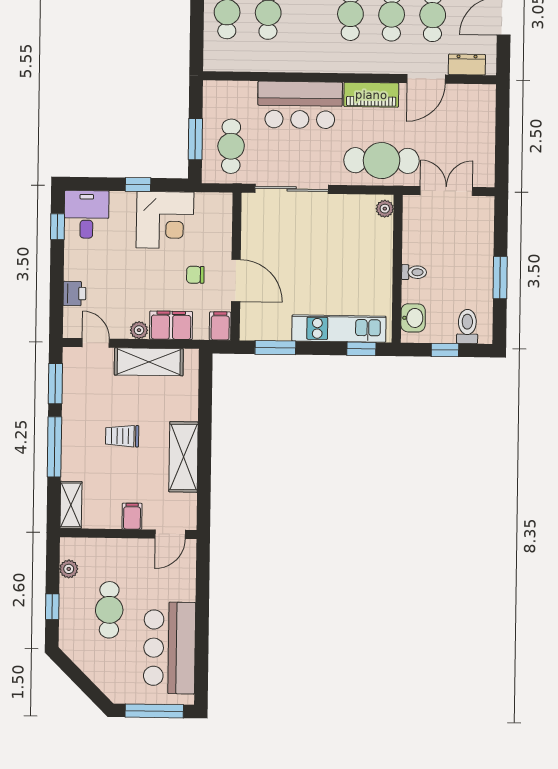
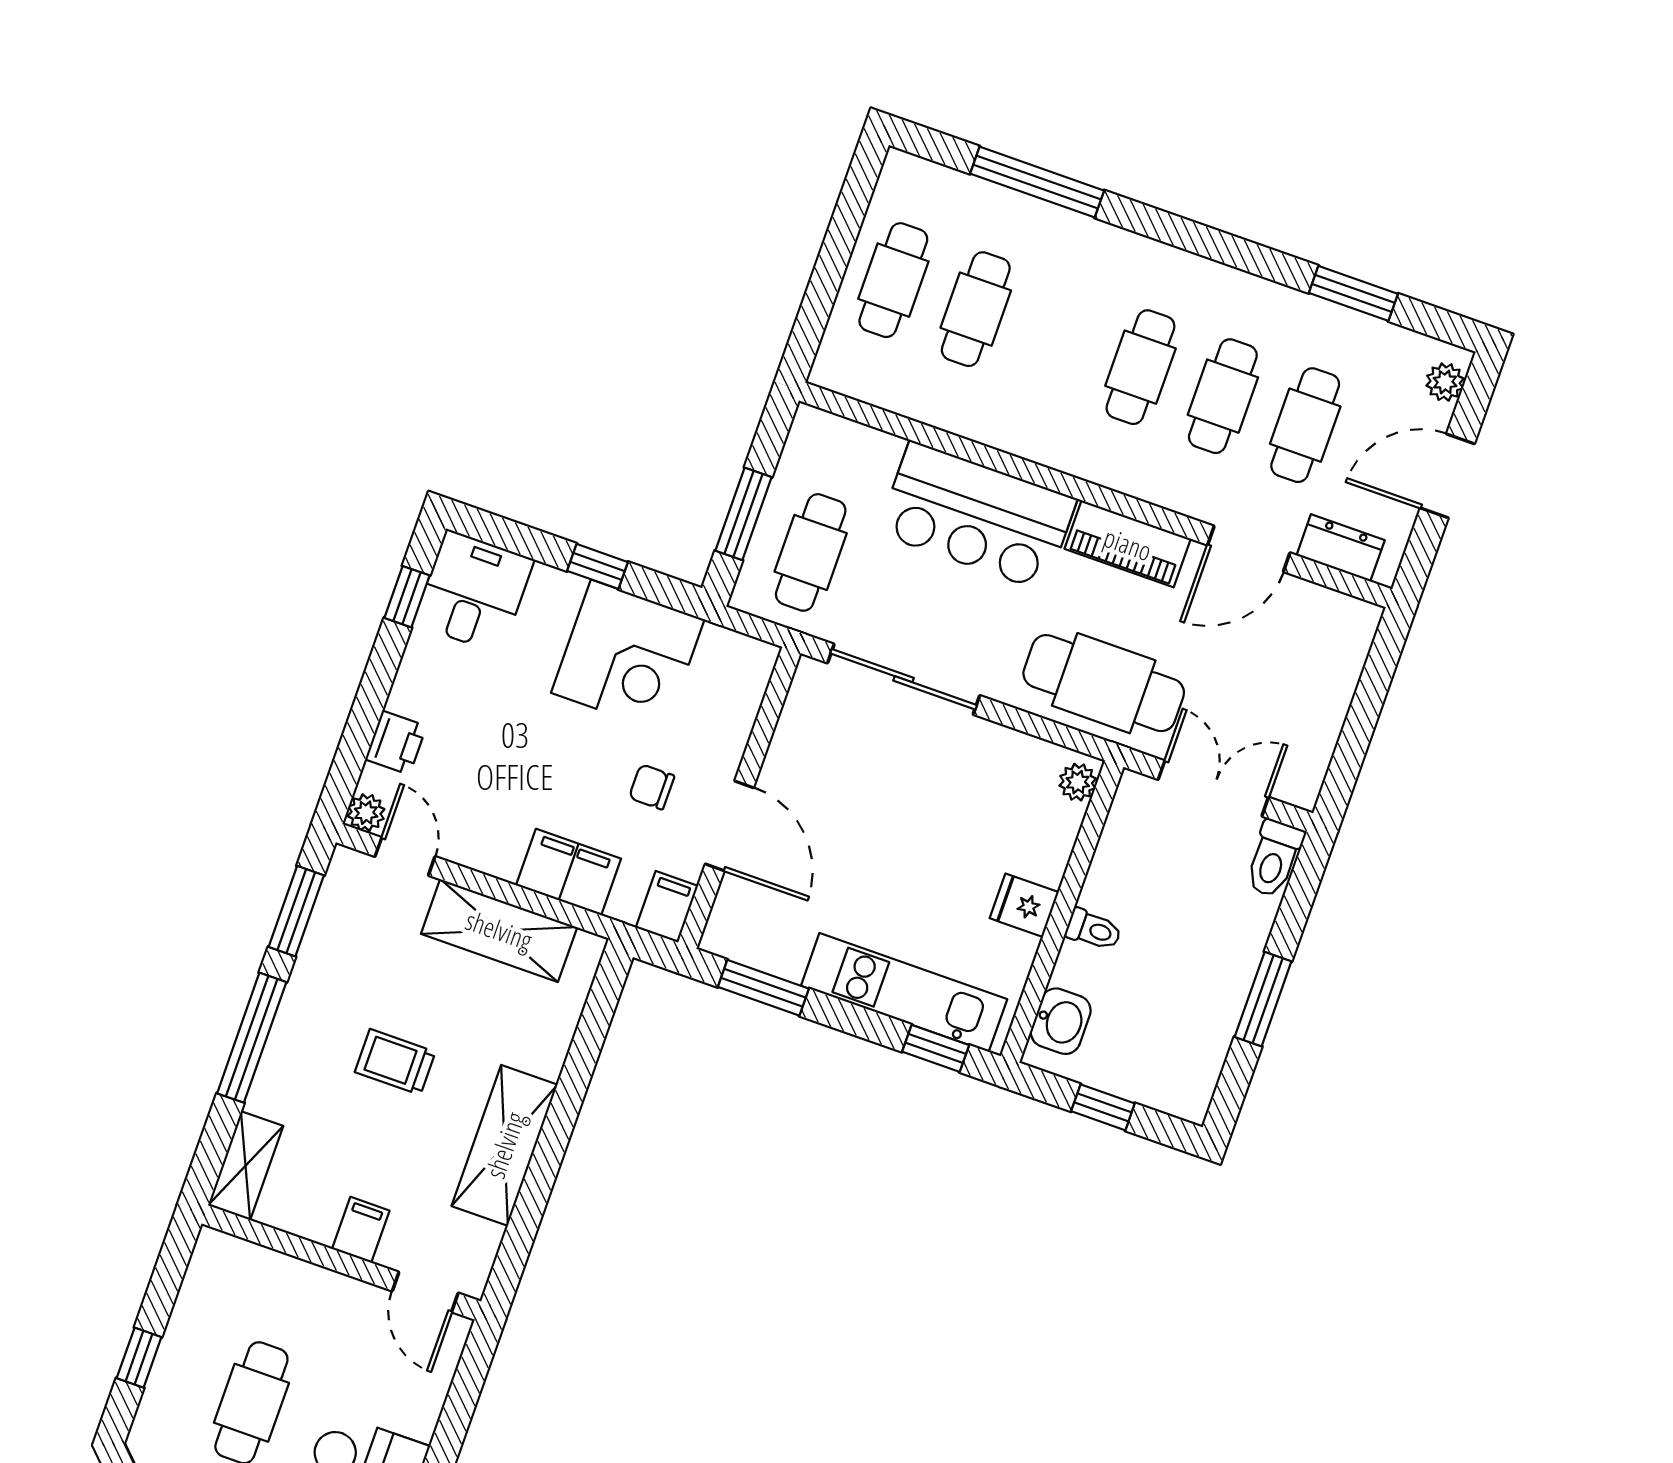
fridge: (379, 272) -> (1024, 905), added
toilet: (467, 326) -> (1274, 858), moved, turned 180
plant: (139, 330) -> (366, 813), moved
door: (170, 534) -> (425, 1292), hinge flipped
plant: (69, 569) -> (198, 1293), removed

